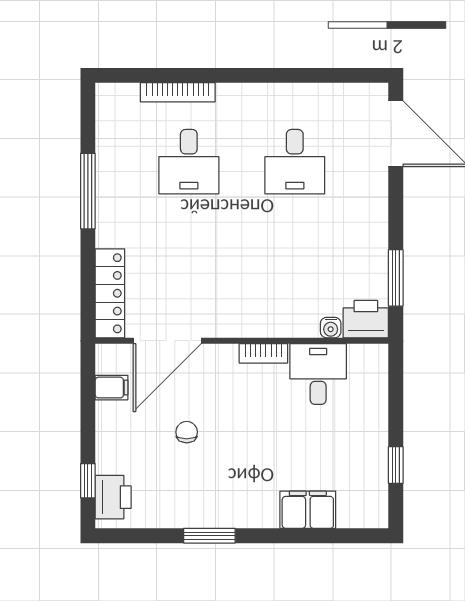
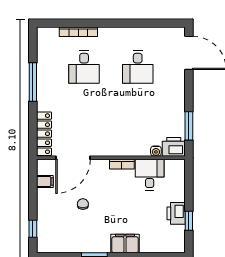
printer: (113, 497) -> (176, 213), moved, turned 180
filing cabinet: (308, 510) -> (125, 243), moved

